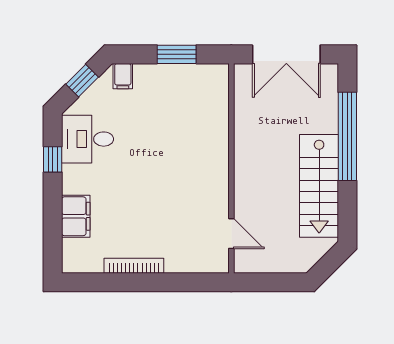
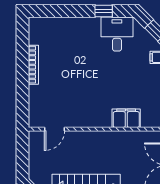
filing cabinet: (76, 216) -> (126, 118), moved, turned 180

